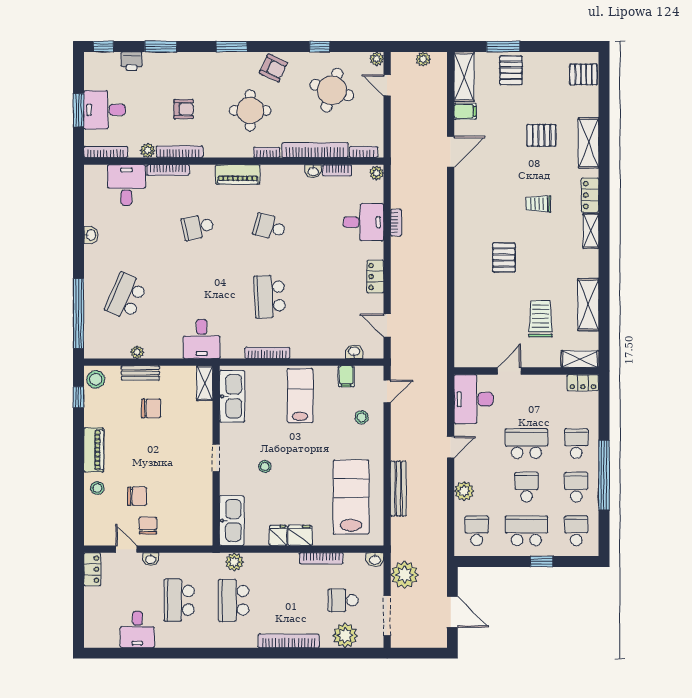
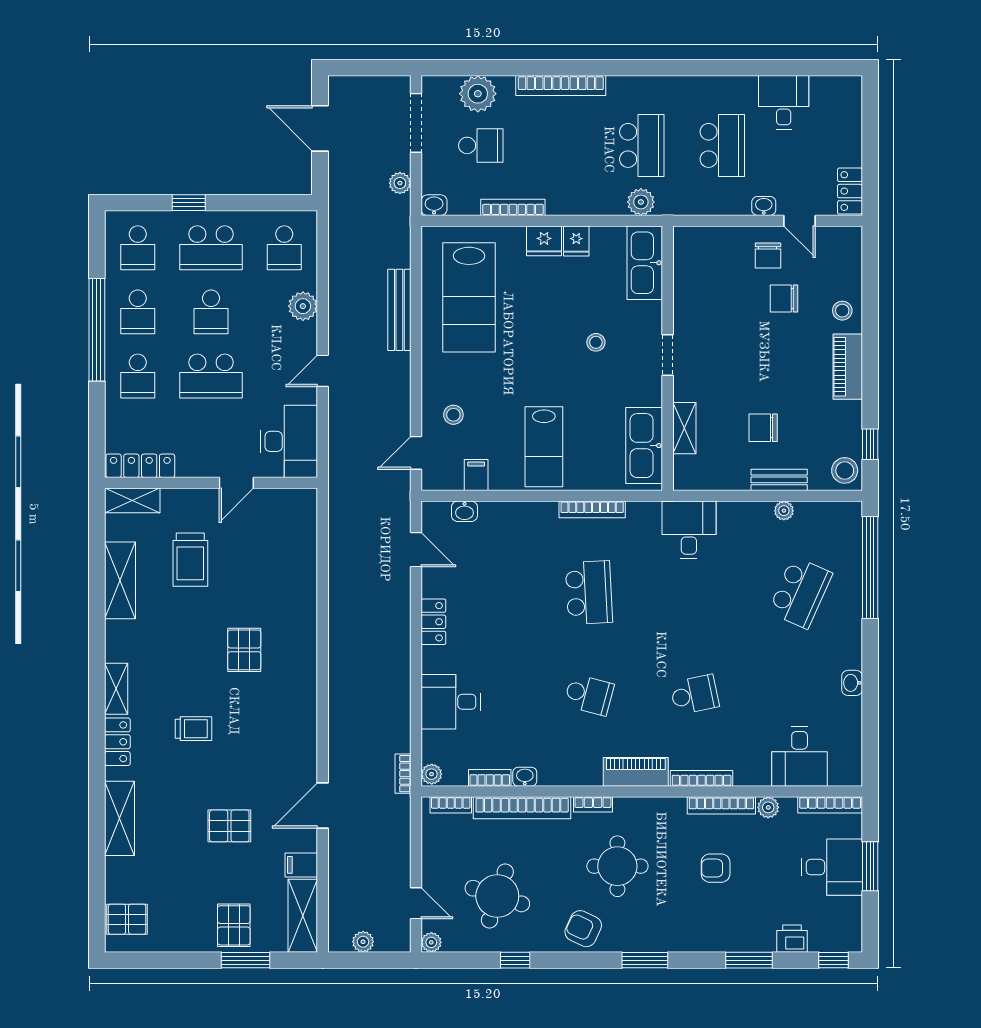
pallet: (541, 135) -> (229, 826), moved
bookcase: (168, 170) -> (702, 778), moved
bookcase: (396, 223) -> (403, 774), moved
shelving: (205, 383) -> (684, 428), moved
locker: (583, 383) -> (140, 466), width x1.53
plant: (405, 575) -> (400, 183), width x0.53, depth x0.53

